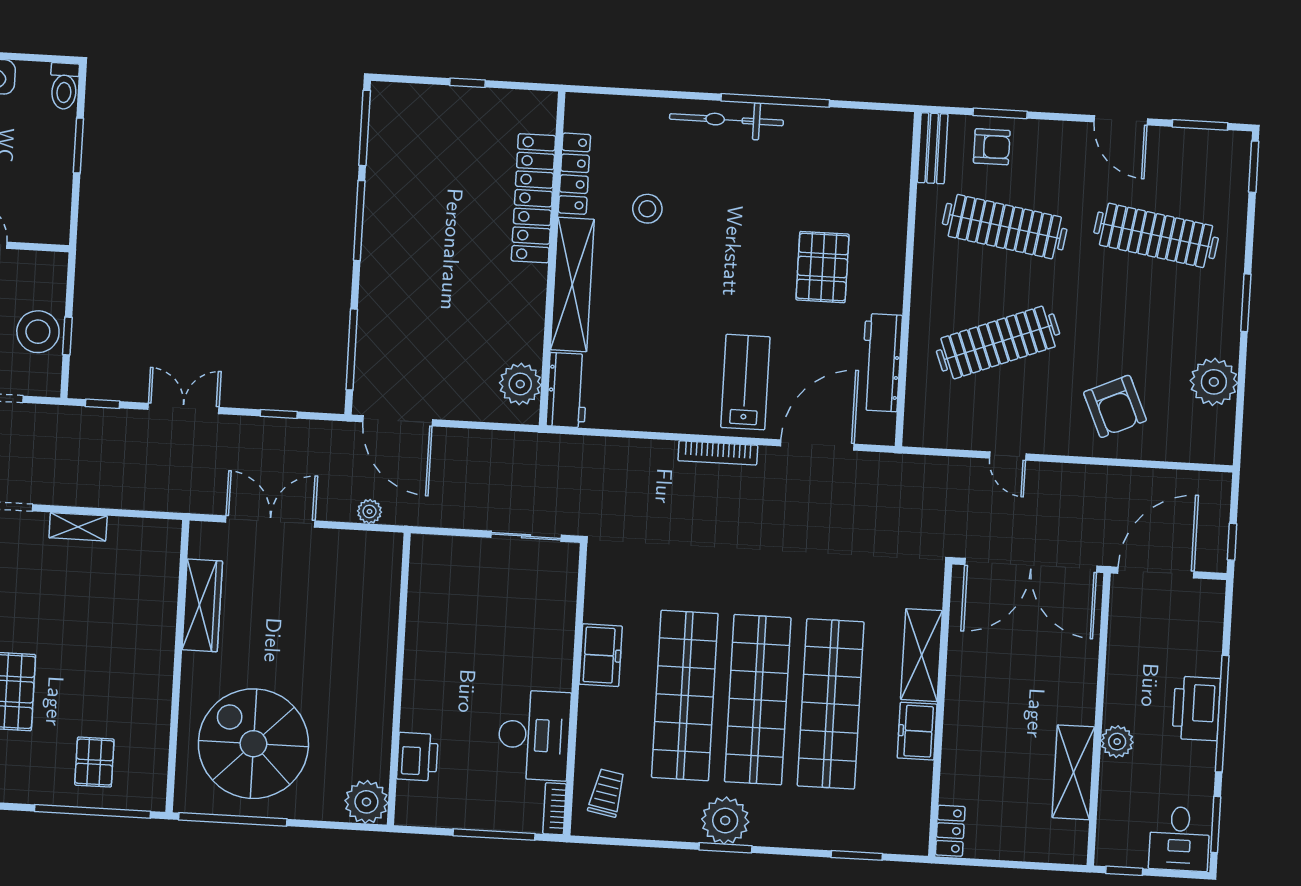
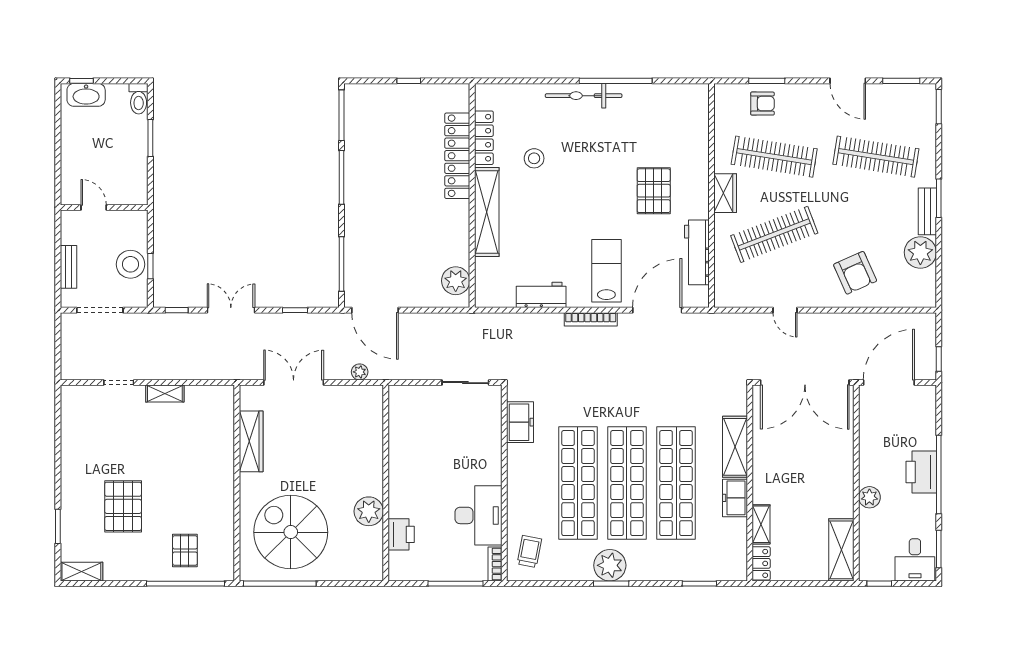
bench: (933, 148) -> (927, 211), moved
wardrobe: (929, 277) -> (725, 193), added
workbench: (567, 390) -> (541, 295), moved, turned -90
freezer: (601, 655) -> (520, 422), moved
shelving: (1073, 772) -> (841, 550), moved
shelving: (953, 773) -> (761, 524), added
plant: (366, 802) -> (369, 511), moved

